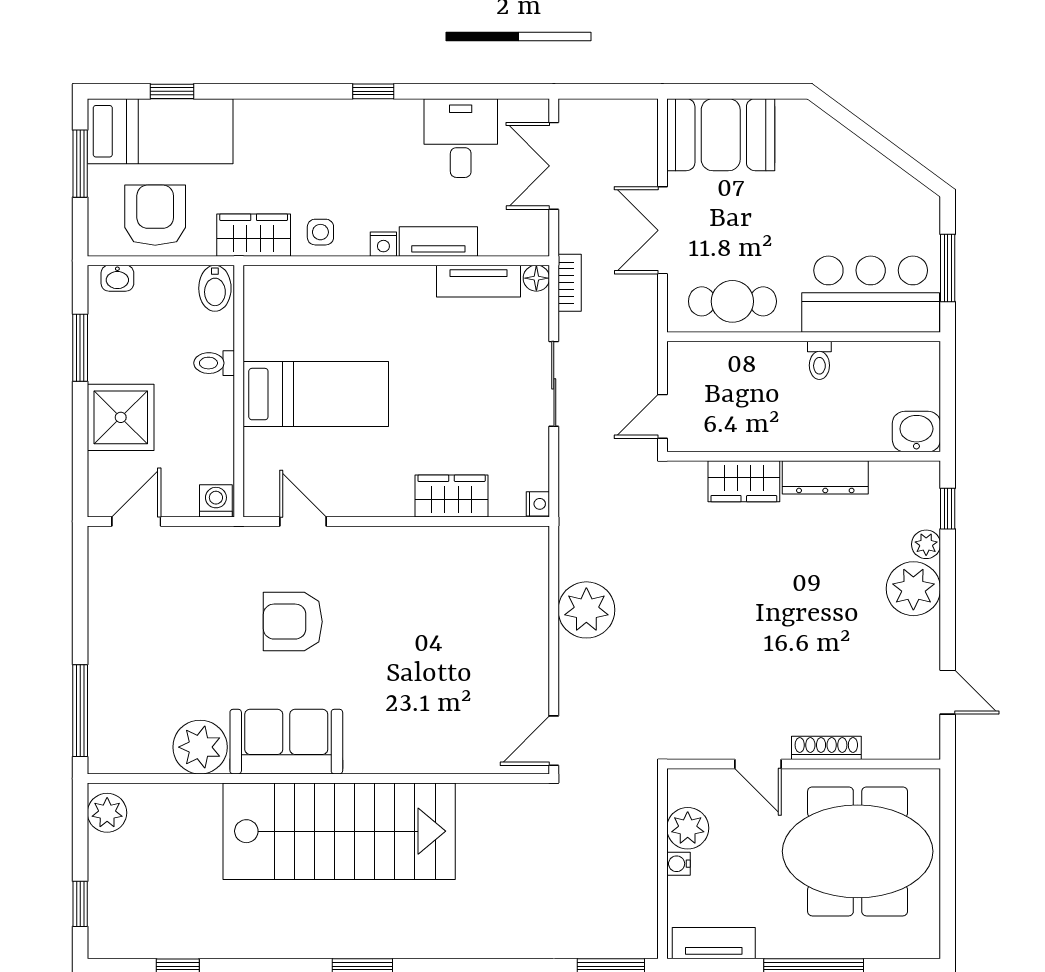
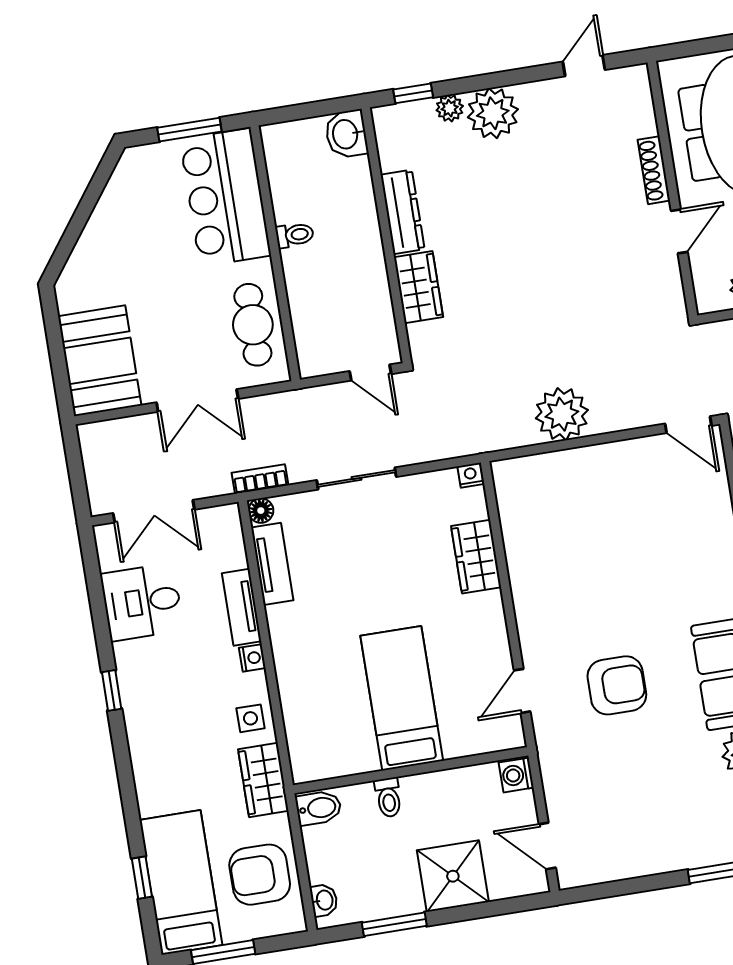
armchair: (293, 622) -> (617, 685), turned -90

